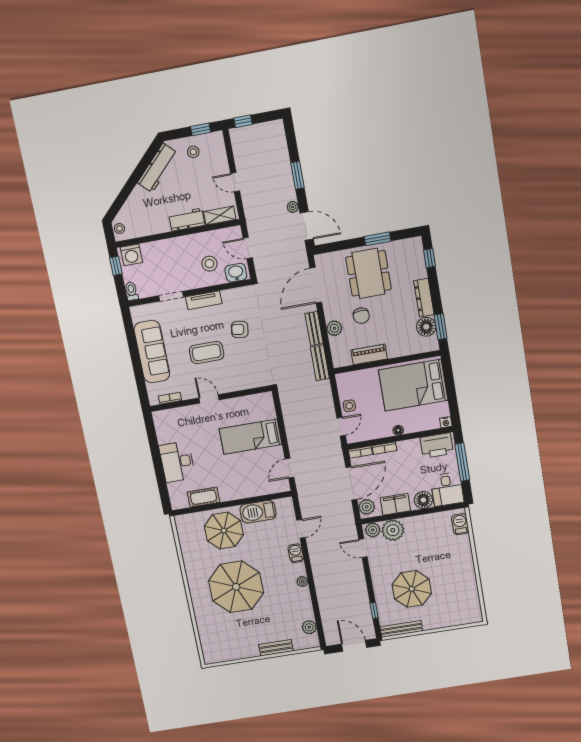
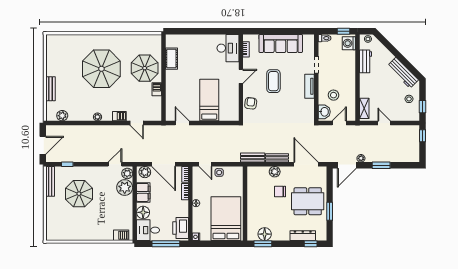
door: (235, 182) -> (384, 123), hinge flipped
workbench: (187, 220) -> (366, 61), moved
dresser: (424, 298) -> (303, 236), moved
armchair: (240, 329) -> (251, 103), moved
piano: (369, 354) -> (252, 192), removed
desk: (177, 462) -> (228, 48), moved, turned 90
barbecue: (258, 512) -> (157, 89), width x0.53, depth x0.65

